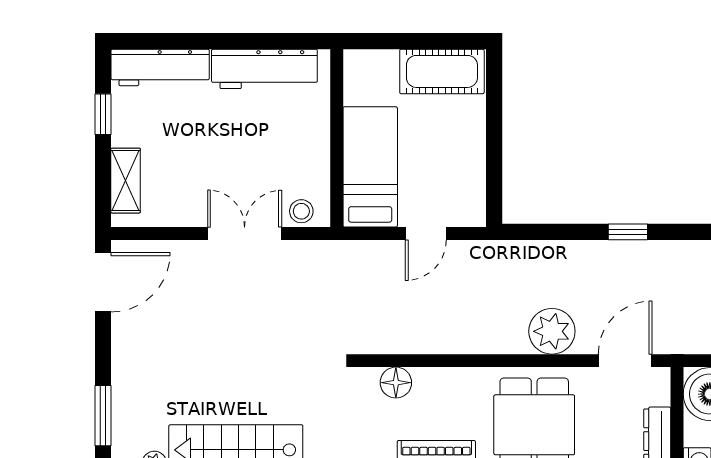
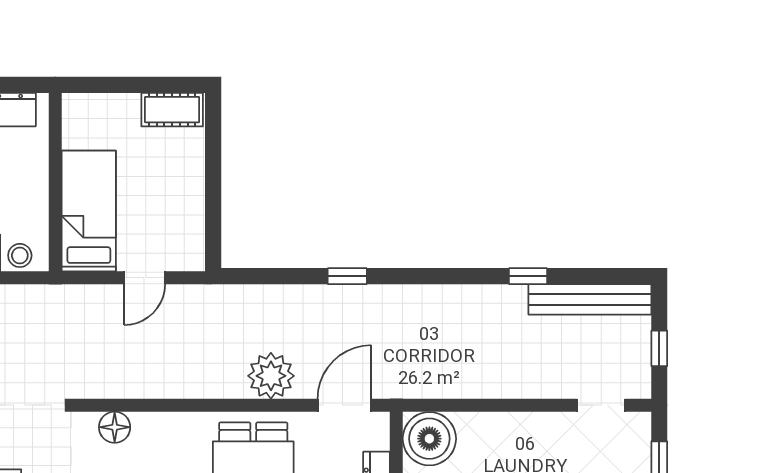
cot: (442, 71) -> (172, 110), width x0.73, depth x0.75

